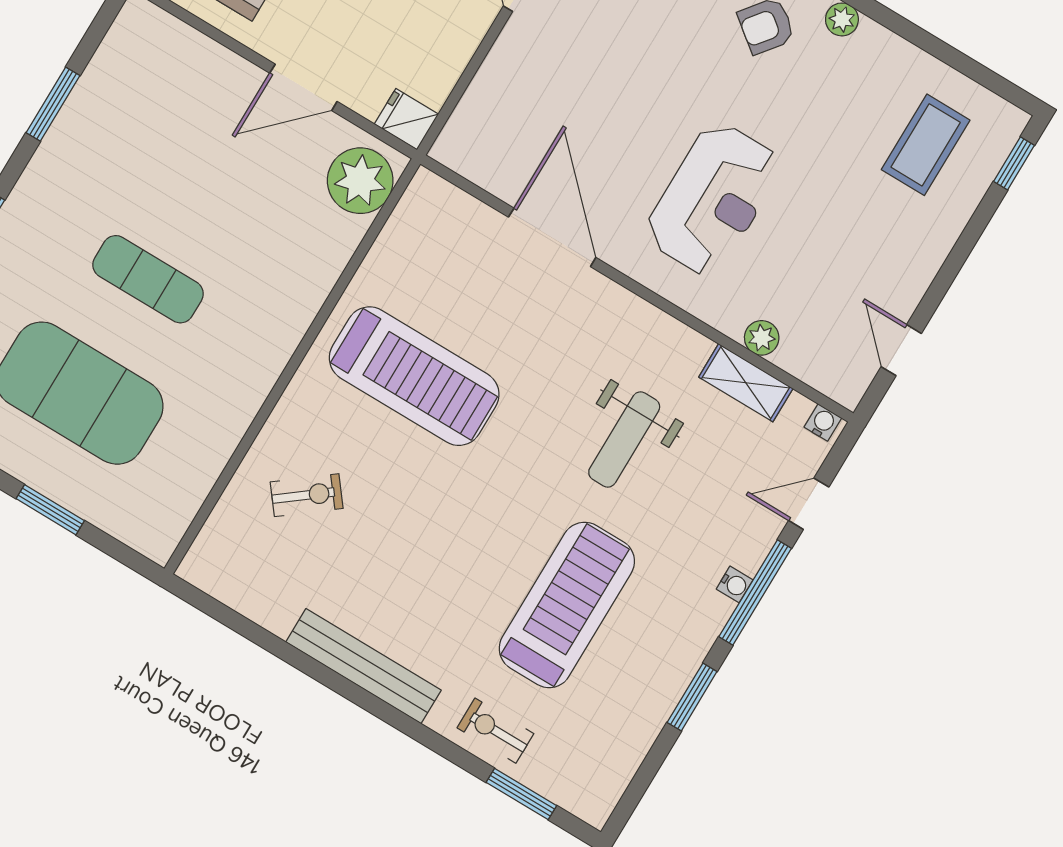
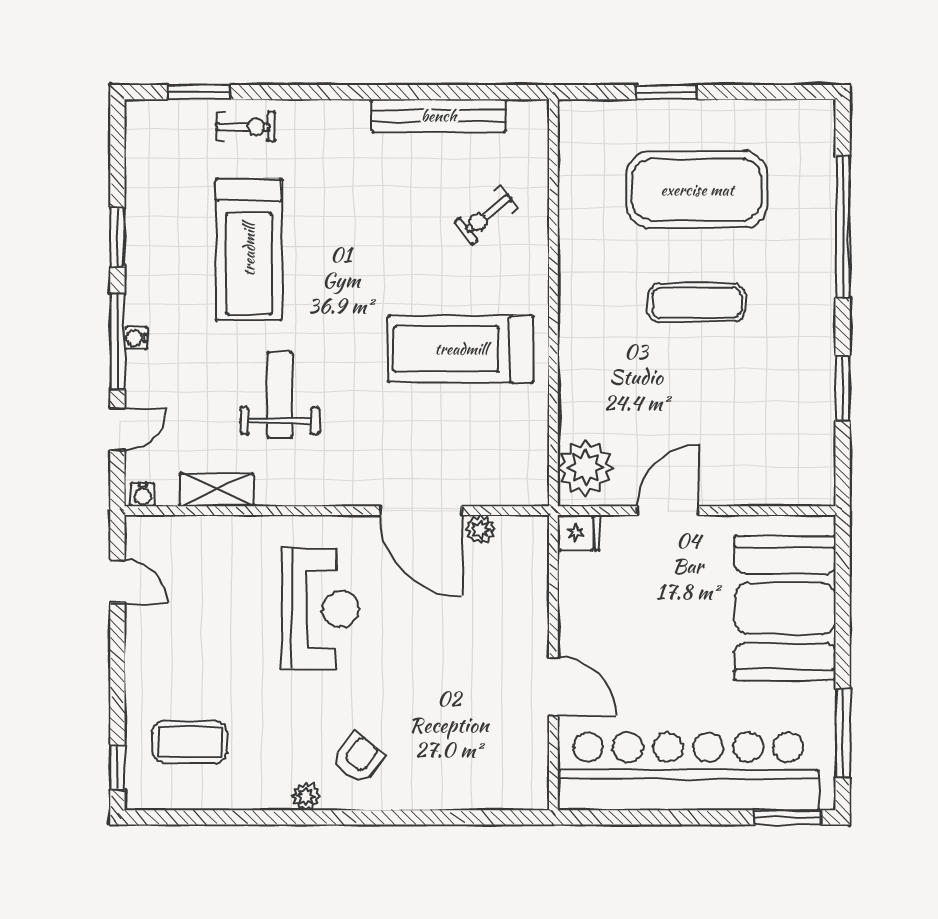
coffee table: (926, 145) -> (190, 742), turned 90
reception desk: (713, 199) -> (321, 609), turned 180
plant: (762, 338) -> (480, 529), moved
bench: (363, 666) -> (439, 116), moved

